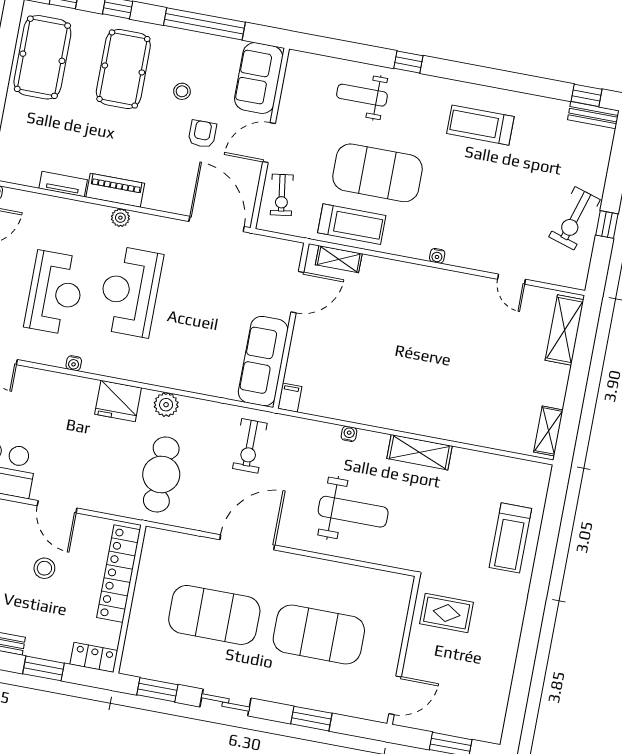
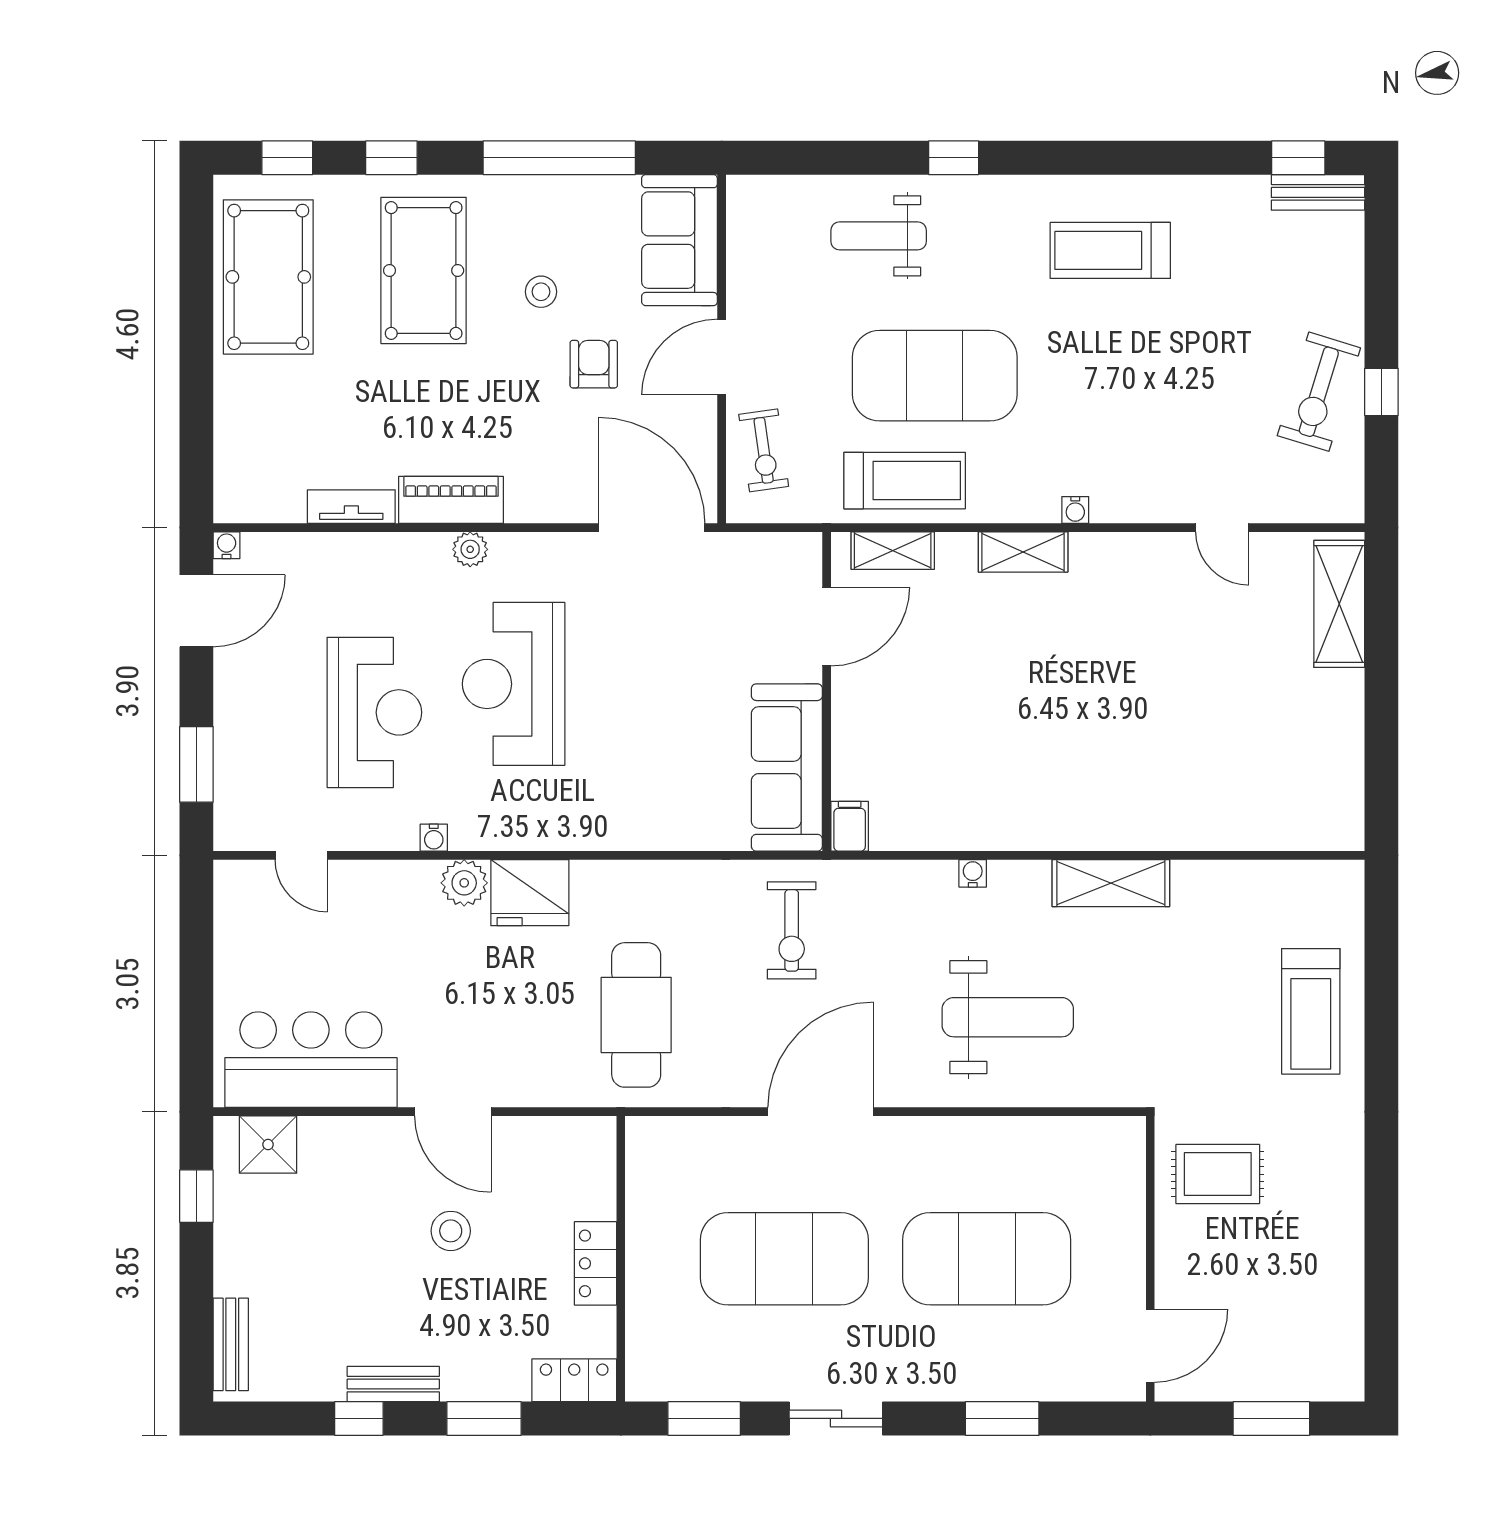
plant: (166, 405) -> (464, 883), moved
shelving: (548, 431) -> (1023, 552), moved, turned 90
locker: (119, 574) -> (595, 1263), width x0.46, depth x0.83

